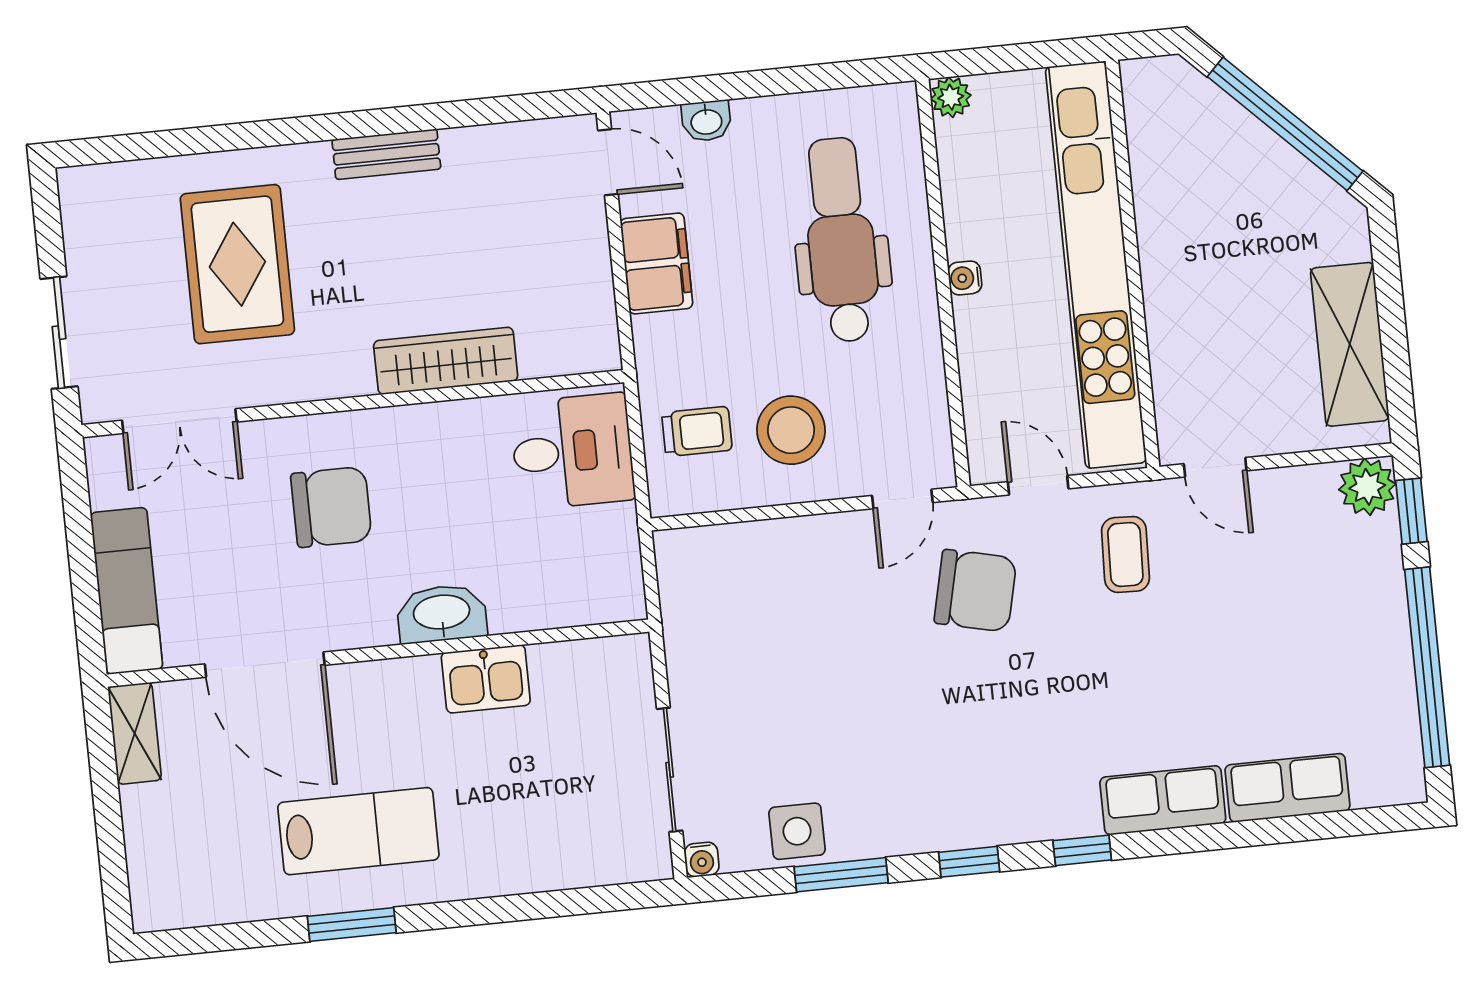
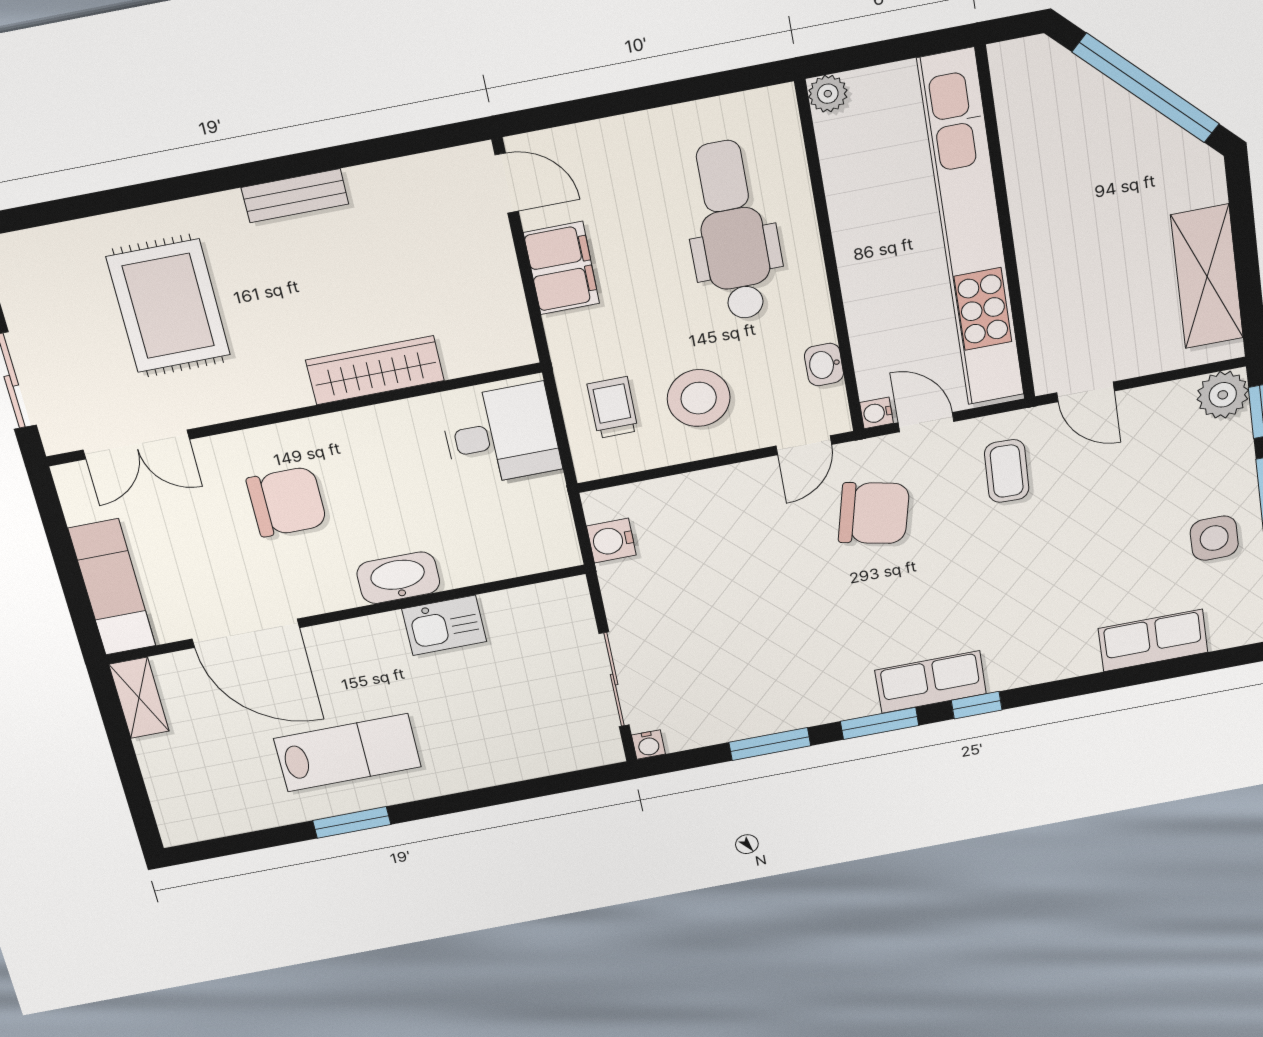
washbasin: (706, 121) -> (824, 365), moved, turned 90
water cooler: (965, 278) -> (876, 413), moved
trolley: (697, 431) -> (613, 407), turned -90
water cooler: (682, 593) -> (611, 541), added
row of seats: (1163, 800) -> (931, 682), moved
side table: (797, 831) -> (1214, 538), moved
window: (969, 862) -> (880, 723), width x1.50

